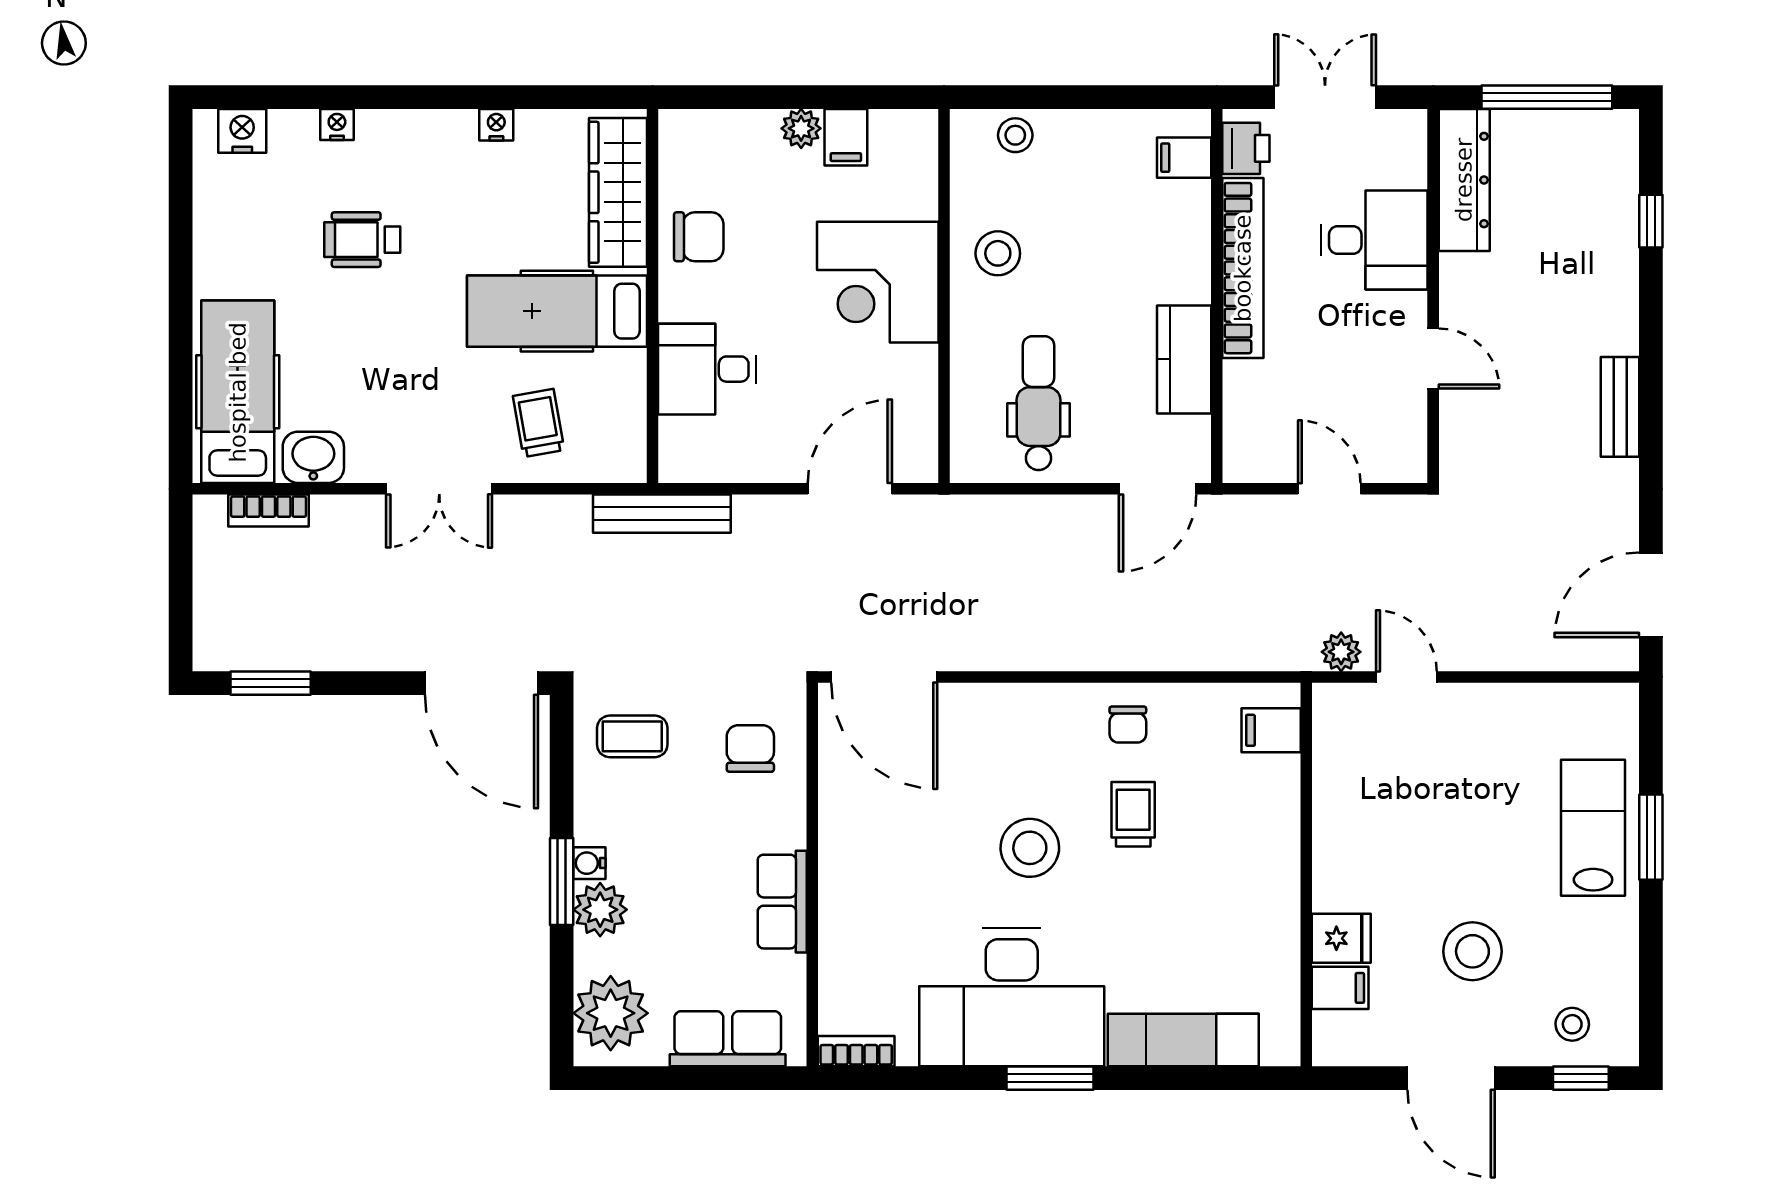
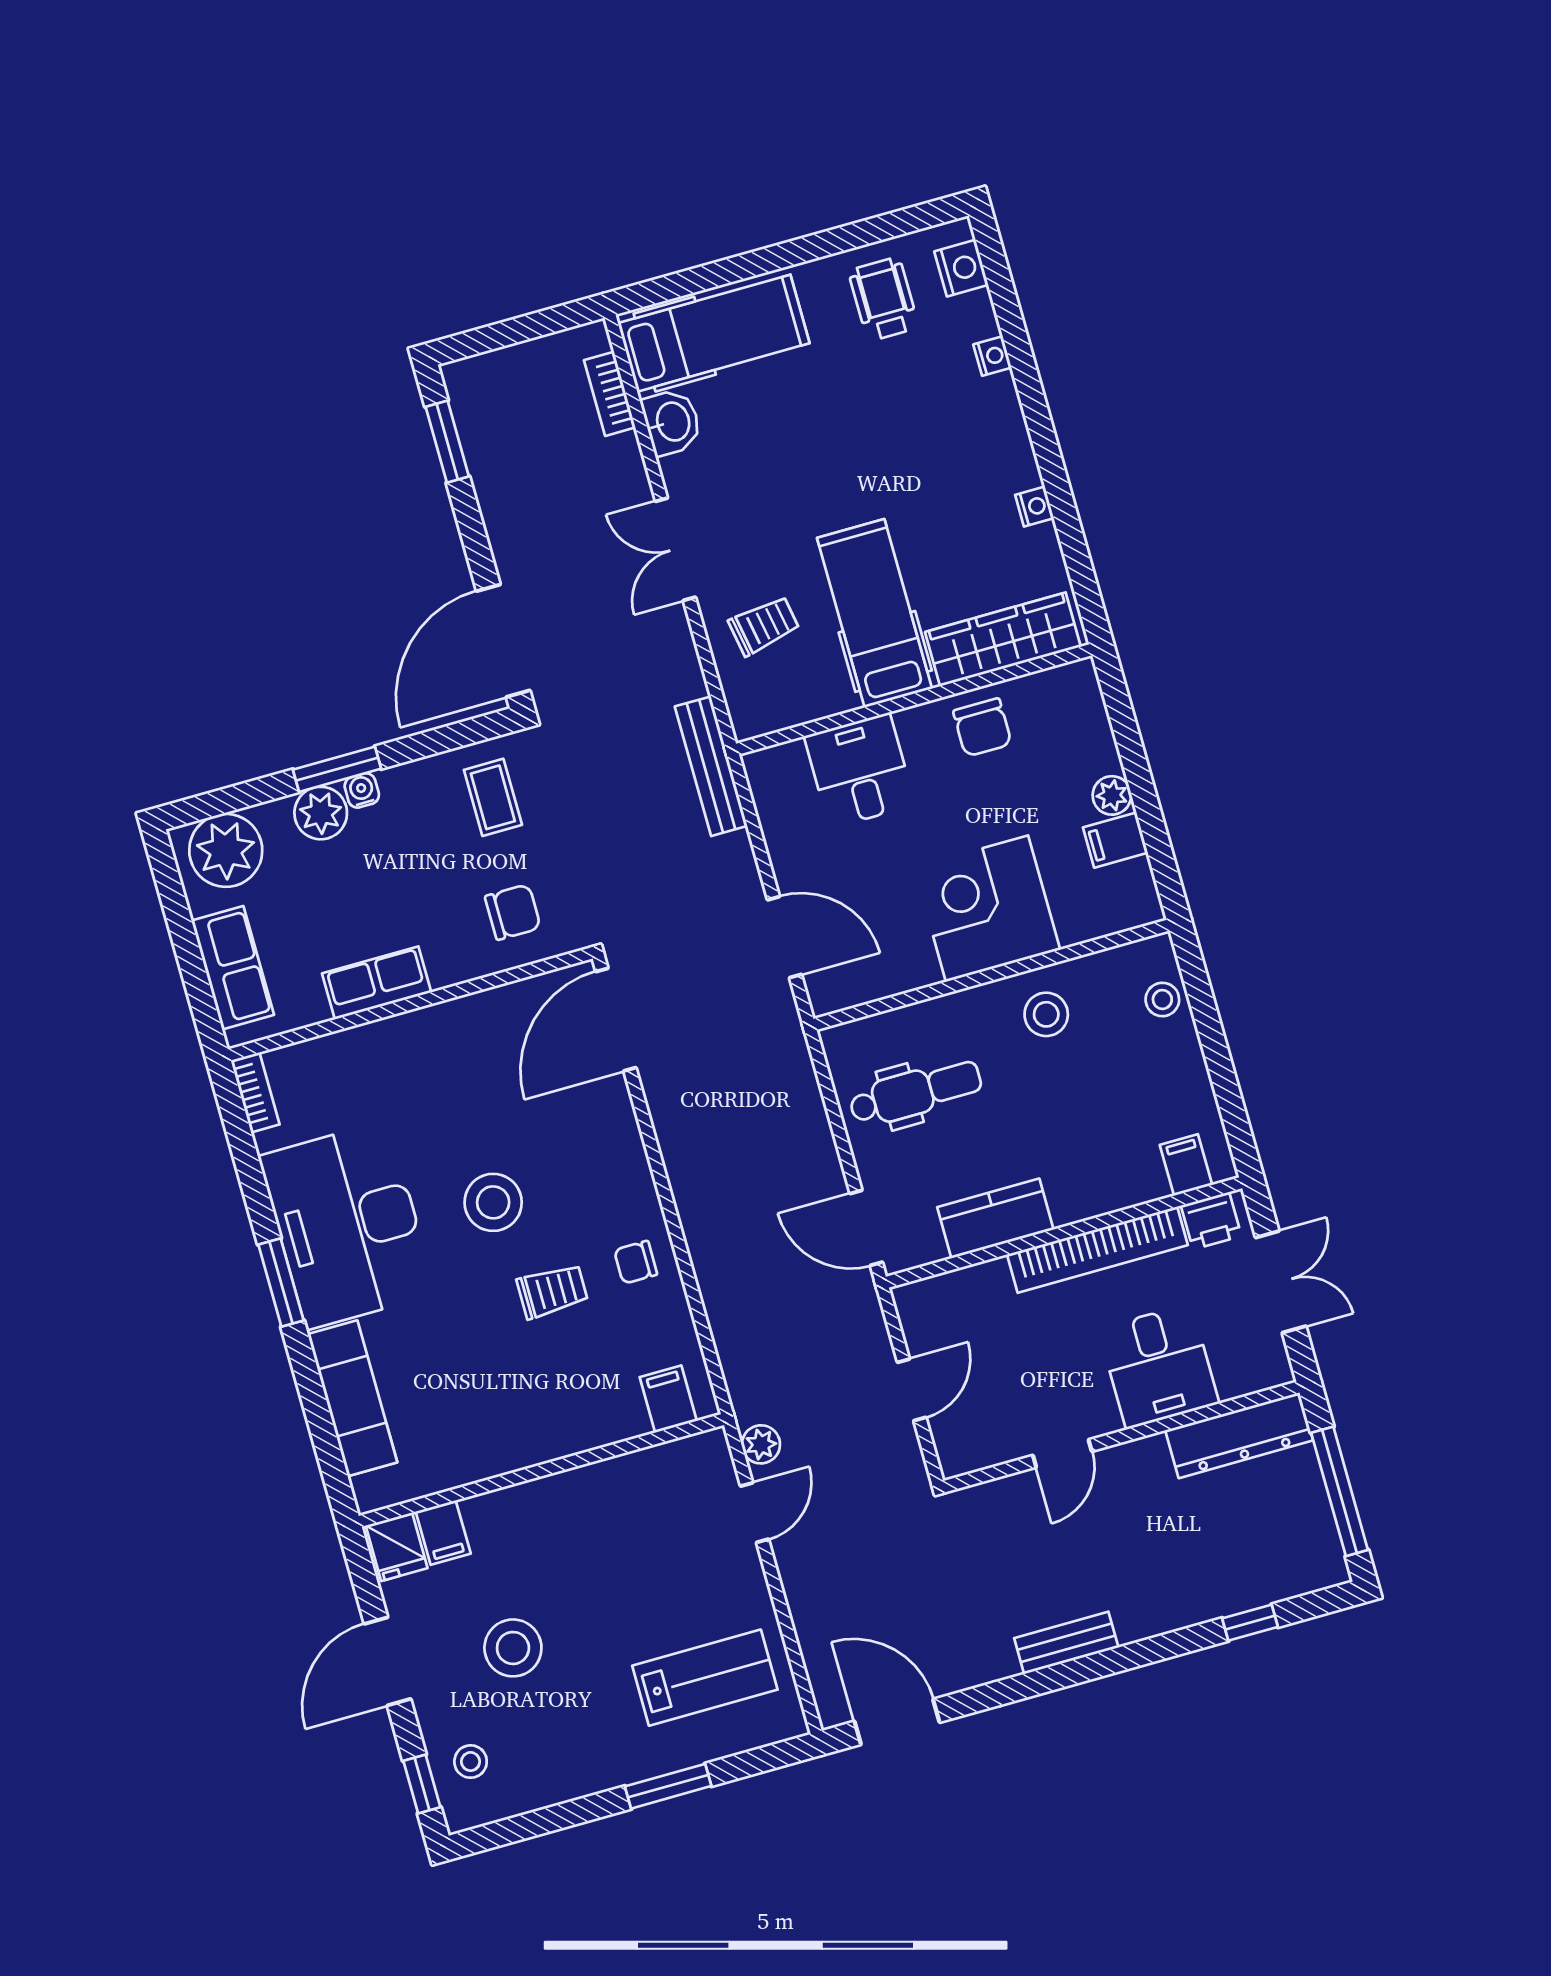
wheelchair: (362, 240) -> (883, 299), moved
lab bench: (1593, 828) -> (705, 1678), moved
fridge: (1341, 938) -> (397, 1547), moved

